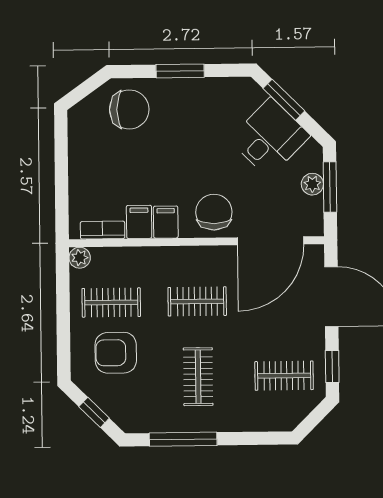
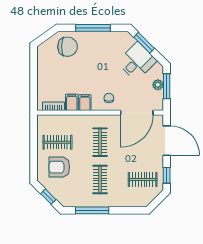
window: (180, 71) -> (93, 28), width x1.44
chair: (214, 212) -> (109, 98), width x0.54, depth x0.54
plant: (80, 258) -> (42, 120), removed
clothes rail: (197, 301) -> (100, 142), turned 90

